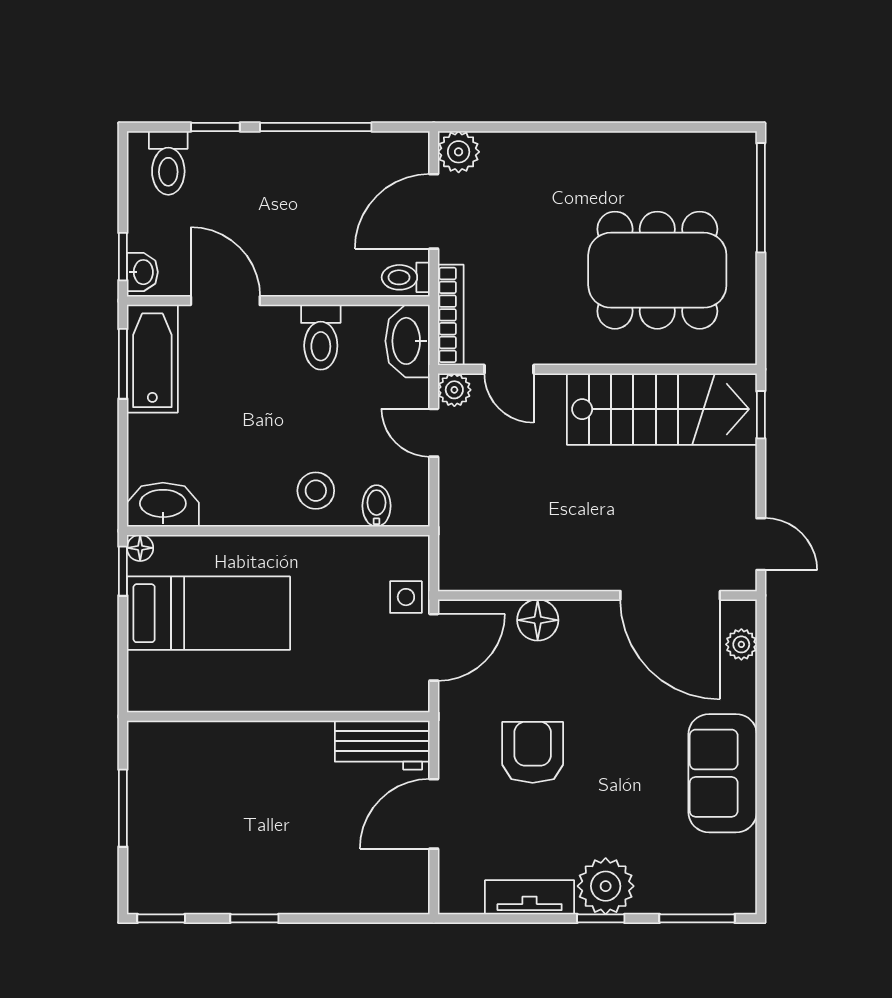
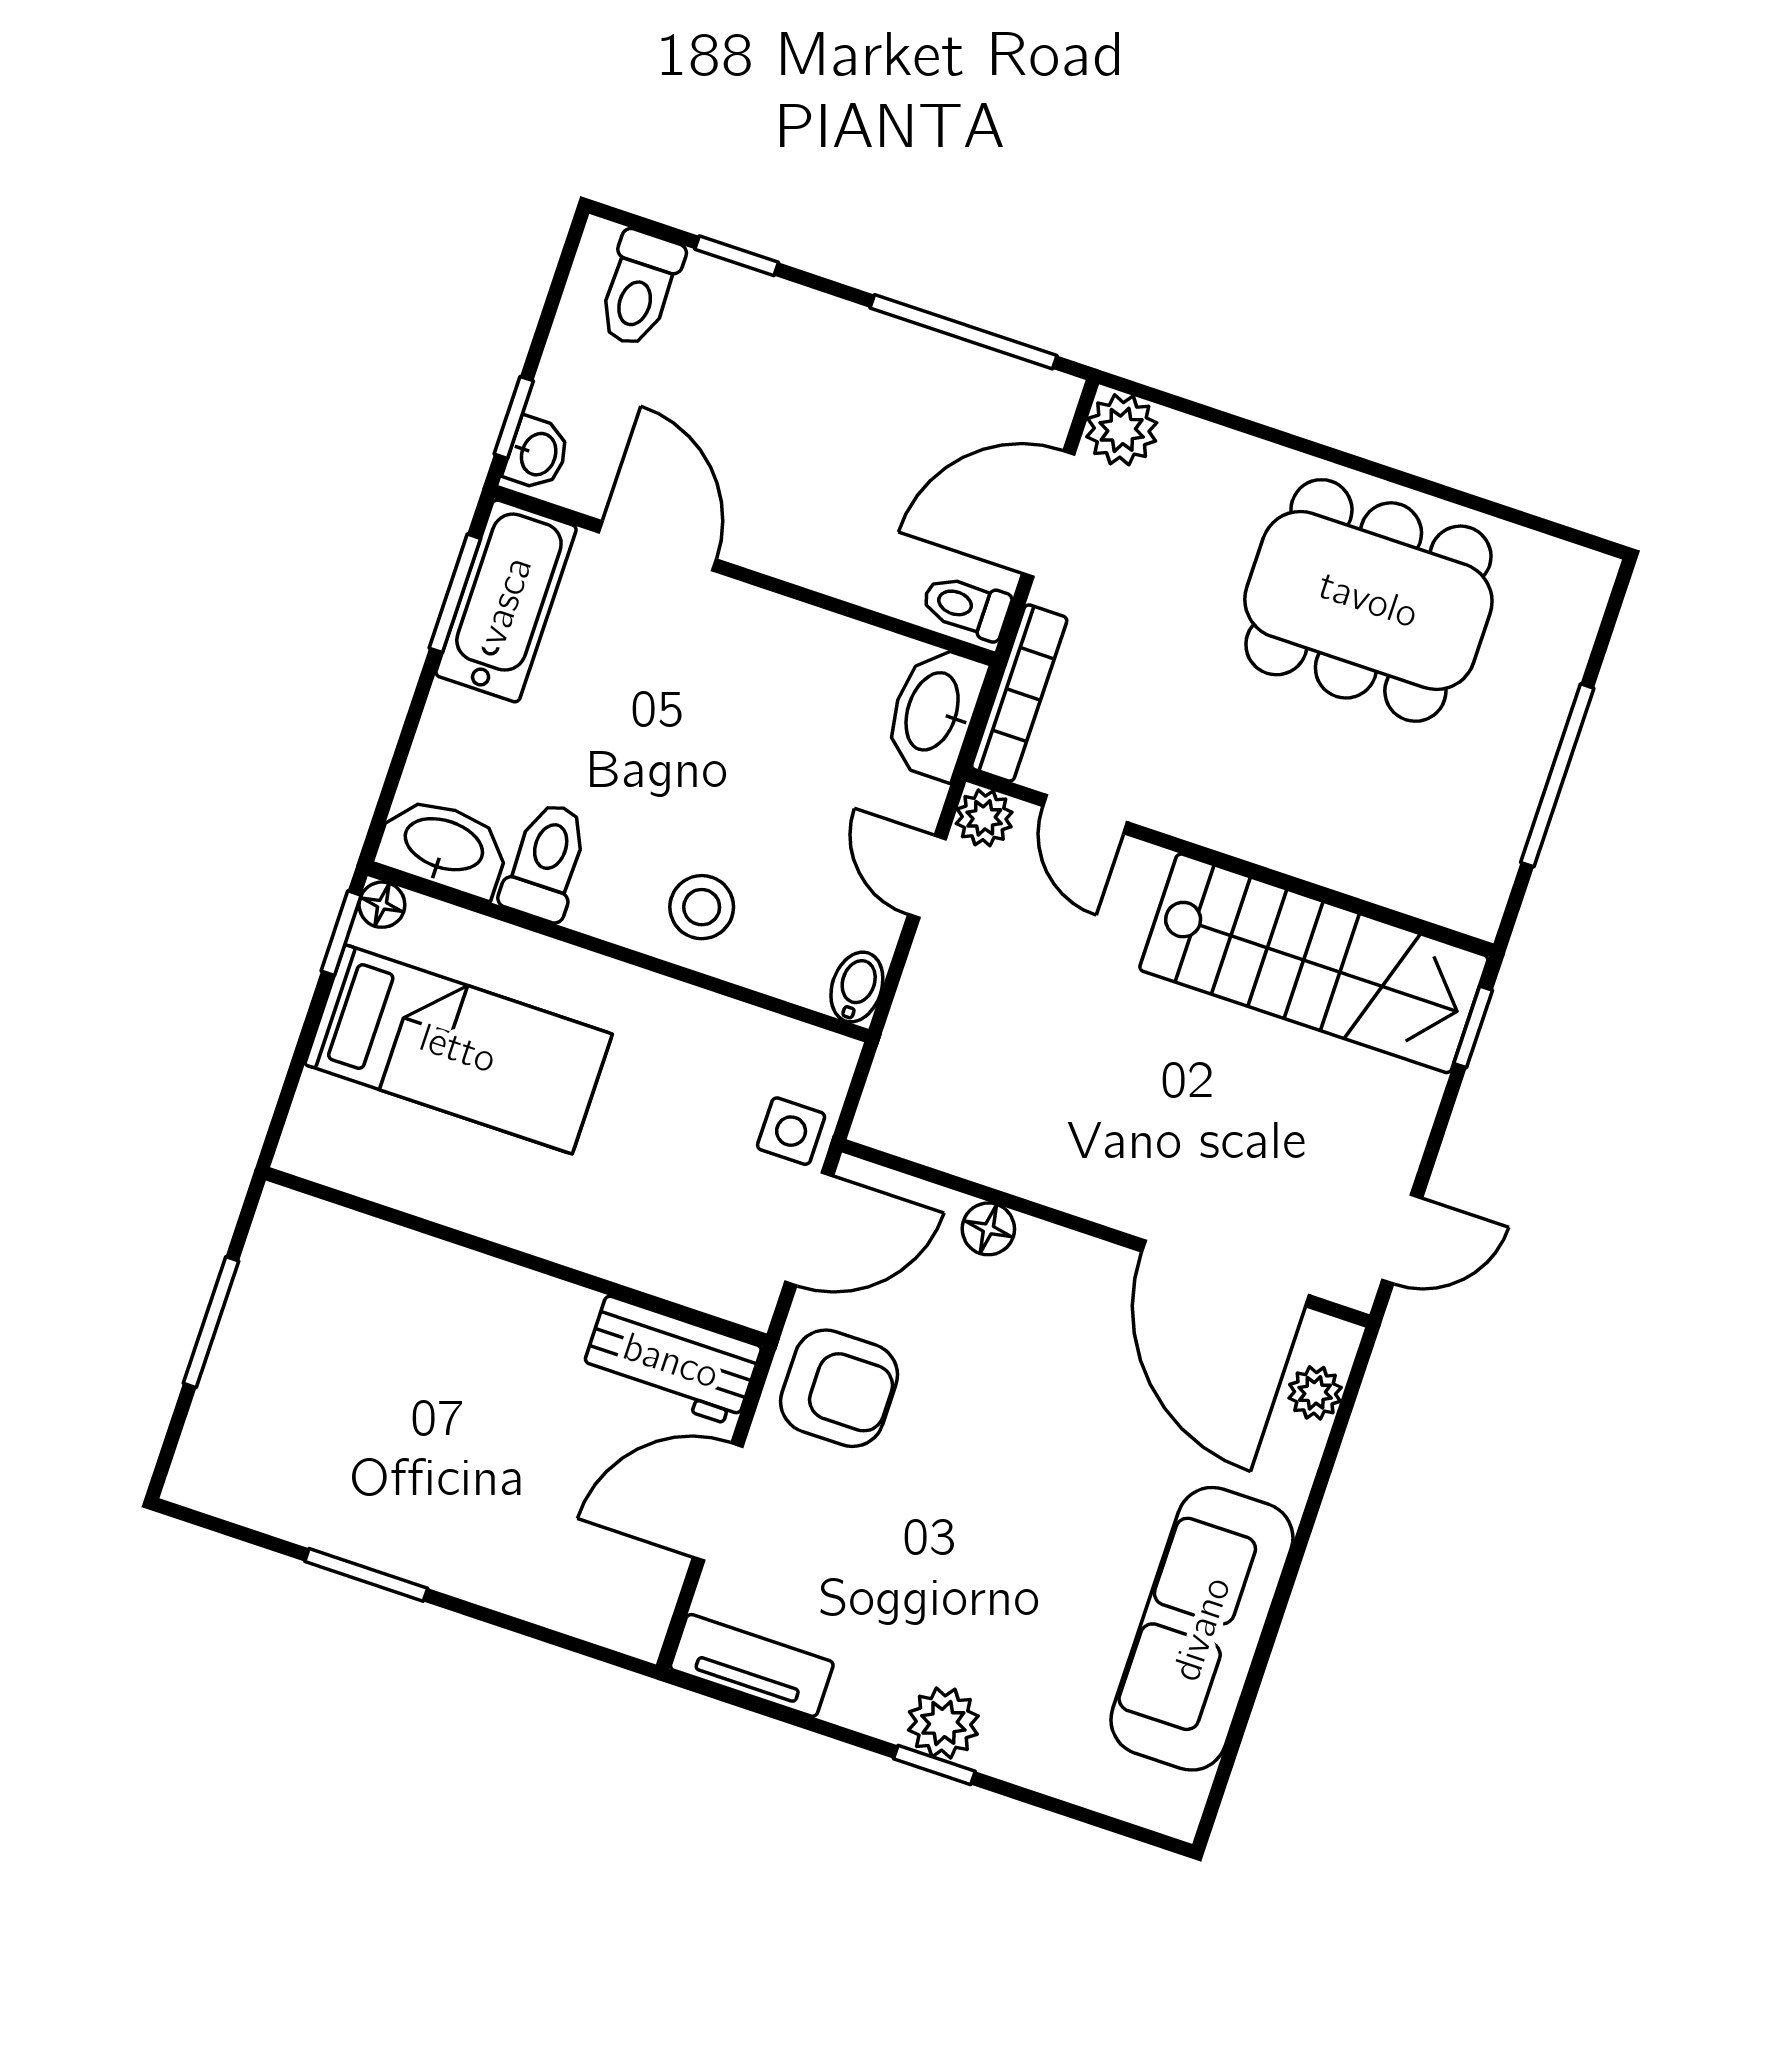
window: (316, 127) -> (964, 332), moved
window: (761, 198) -> (1557, 775), moved
dining table: (657, 270) -> (1368, 600), moved
toilet: (321, 337) -> (546, 862), moved, turned 180
bidet: (377, 506) -> (857, 987), moved
door: (761, 544) -> (1402, 1239), hinge flipped
floor lamp: (538, 620) -> (988, 1229), width x0.73, depth x0.73
armchair: (533, 752) -> (839, 1388), moved, turned 90
sofa: (723, 773) -> (1202, 1629), width x1.36
plant: (606, 886) -> (943, 1723), width x0.73, depth x0.73
tv unit: (530, 897) -> (752, 1665), moved
window: (161, 918) -> (213, 1524), removed
window: (254, 918) -> (366, 1575), width x1.50
window: (697, 918) -> (1092, 1818), removed

